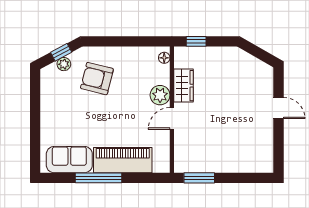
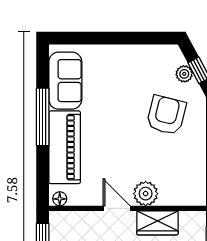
floor lamp: (164, 58) -> (60, 199), moved

